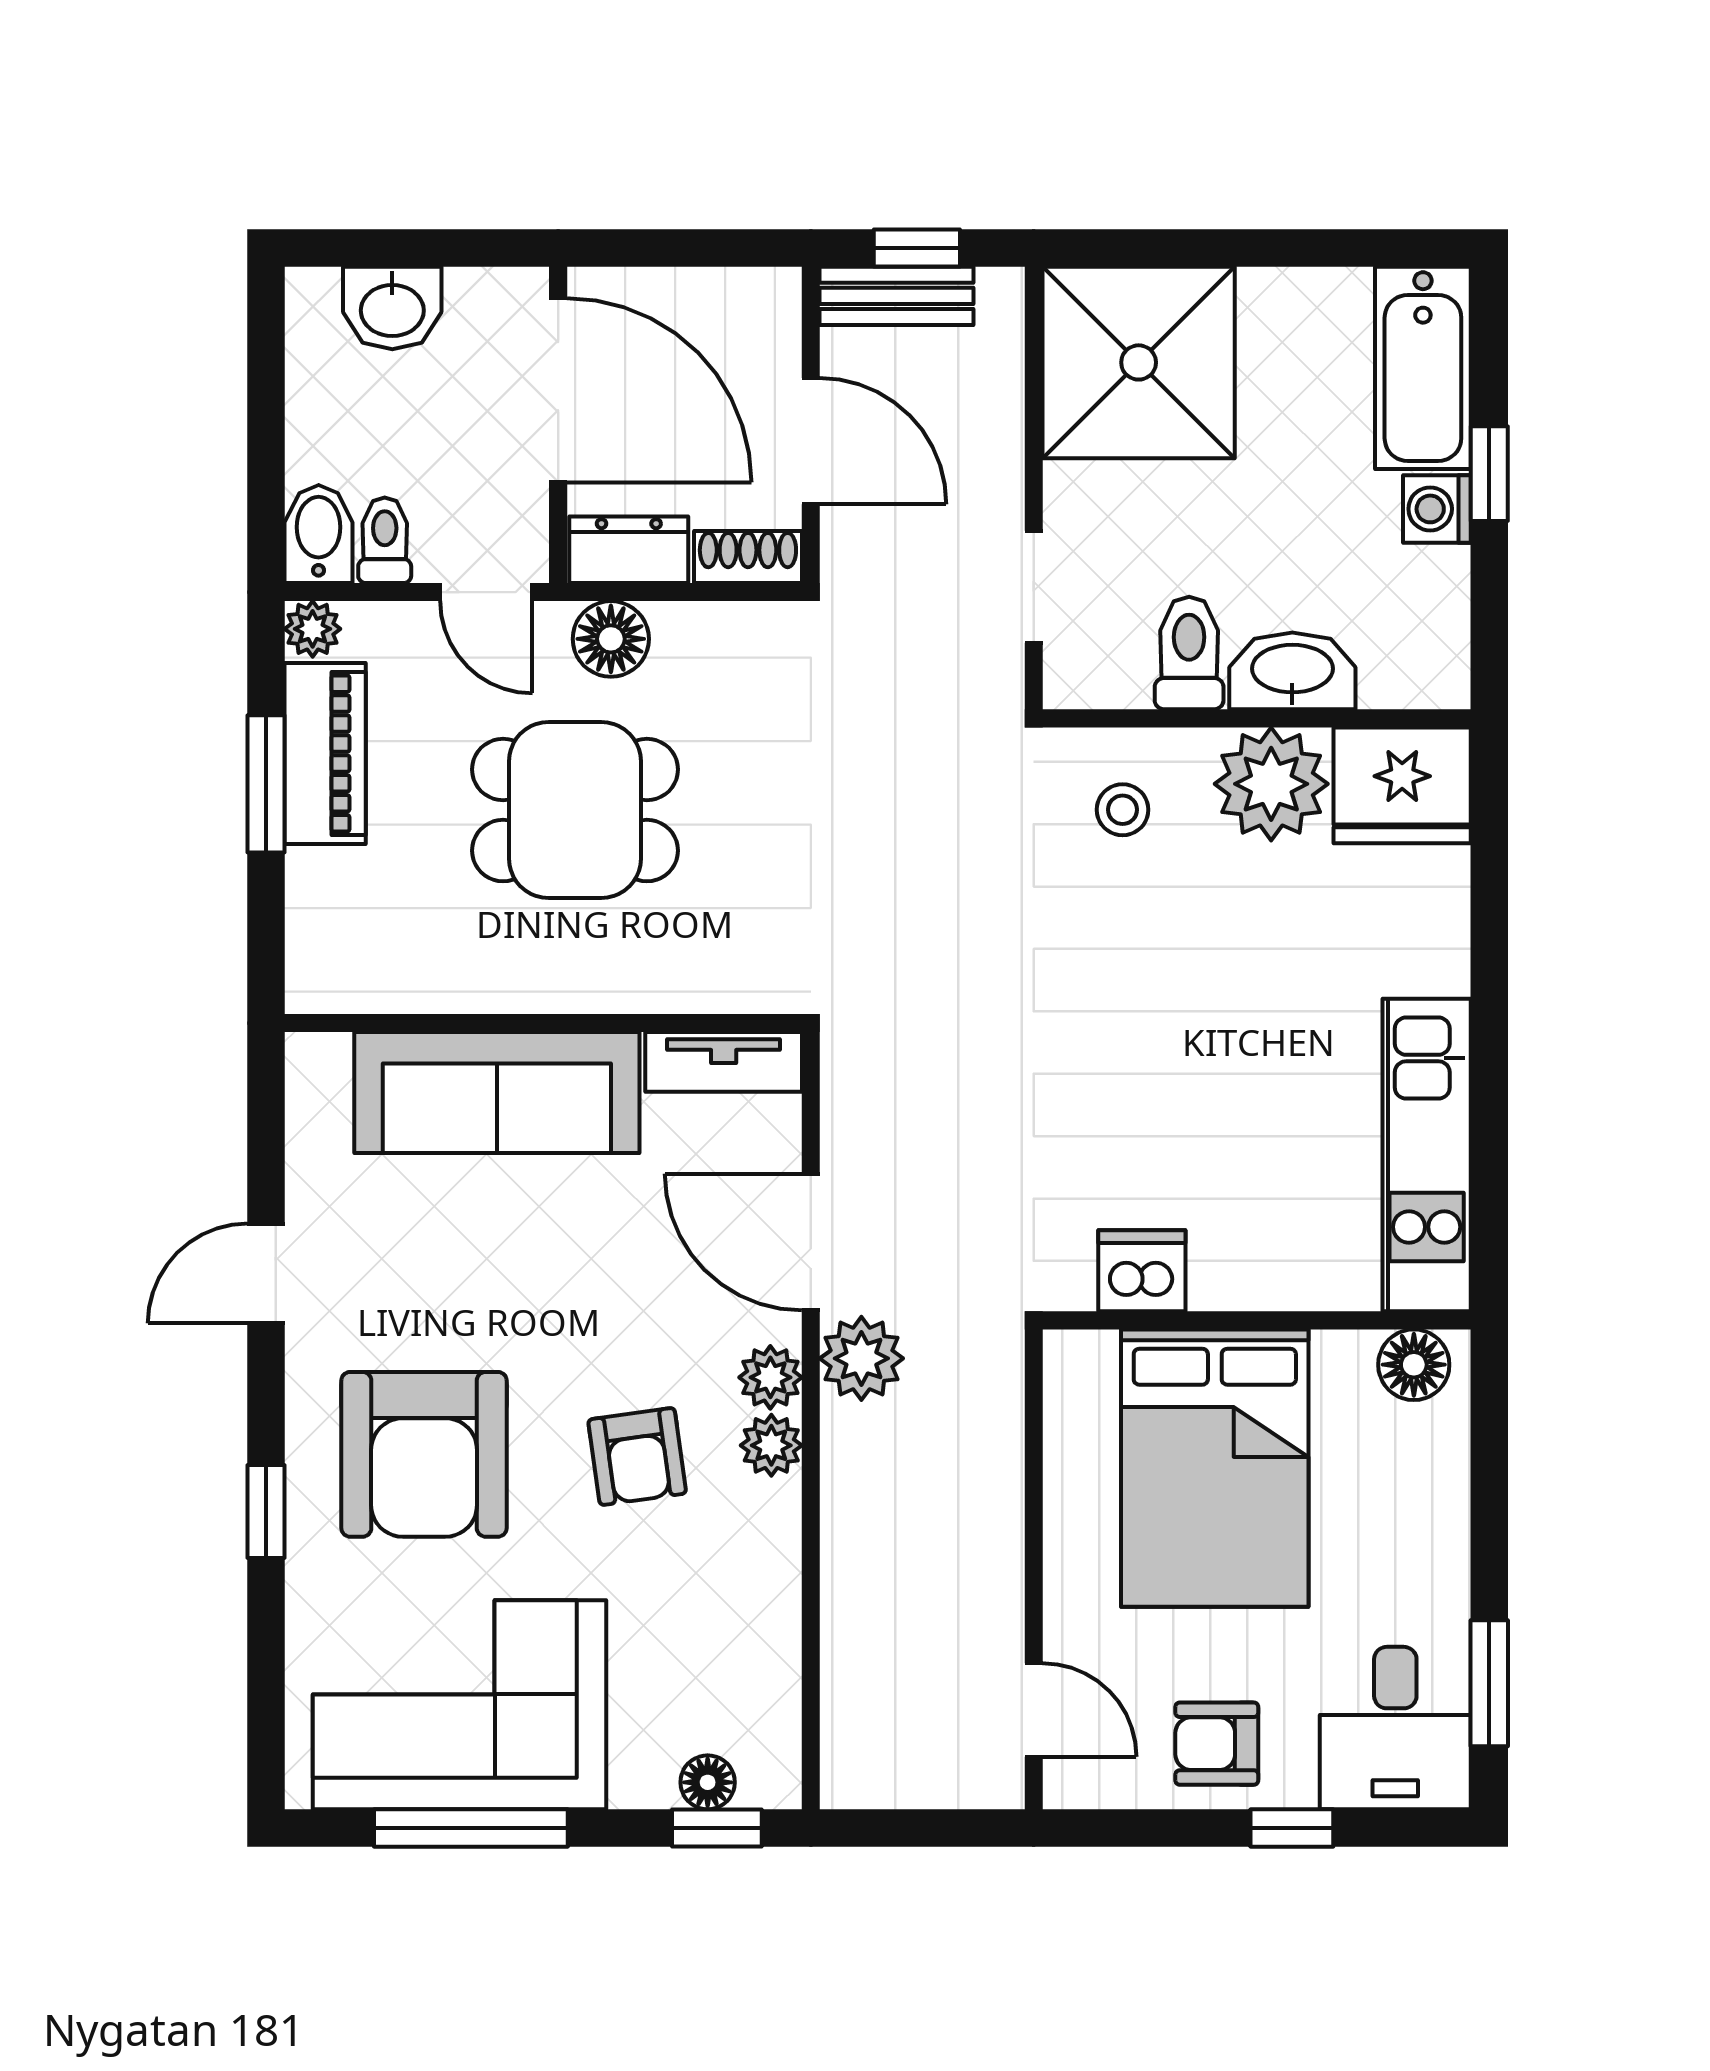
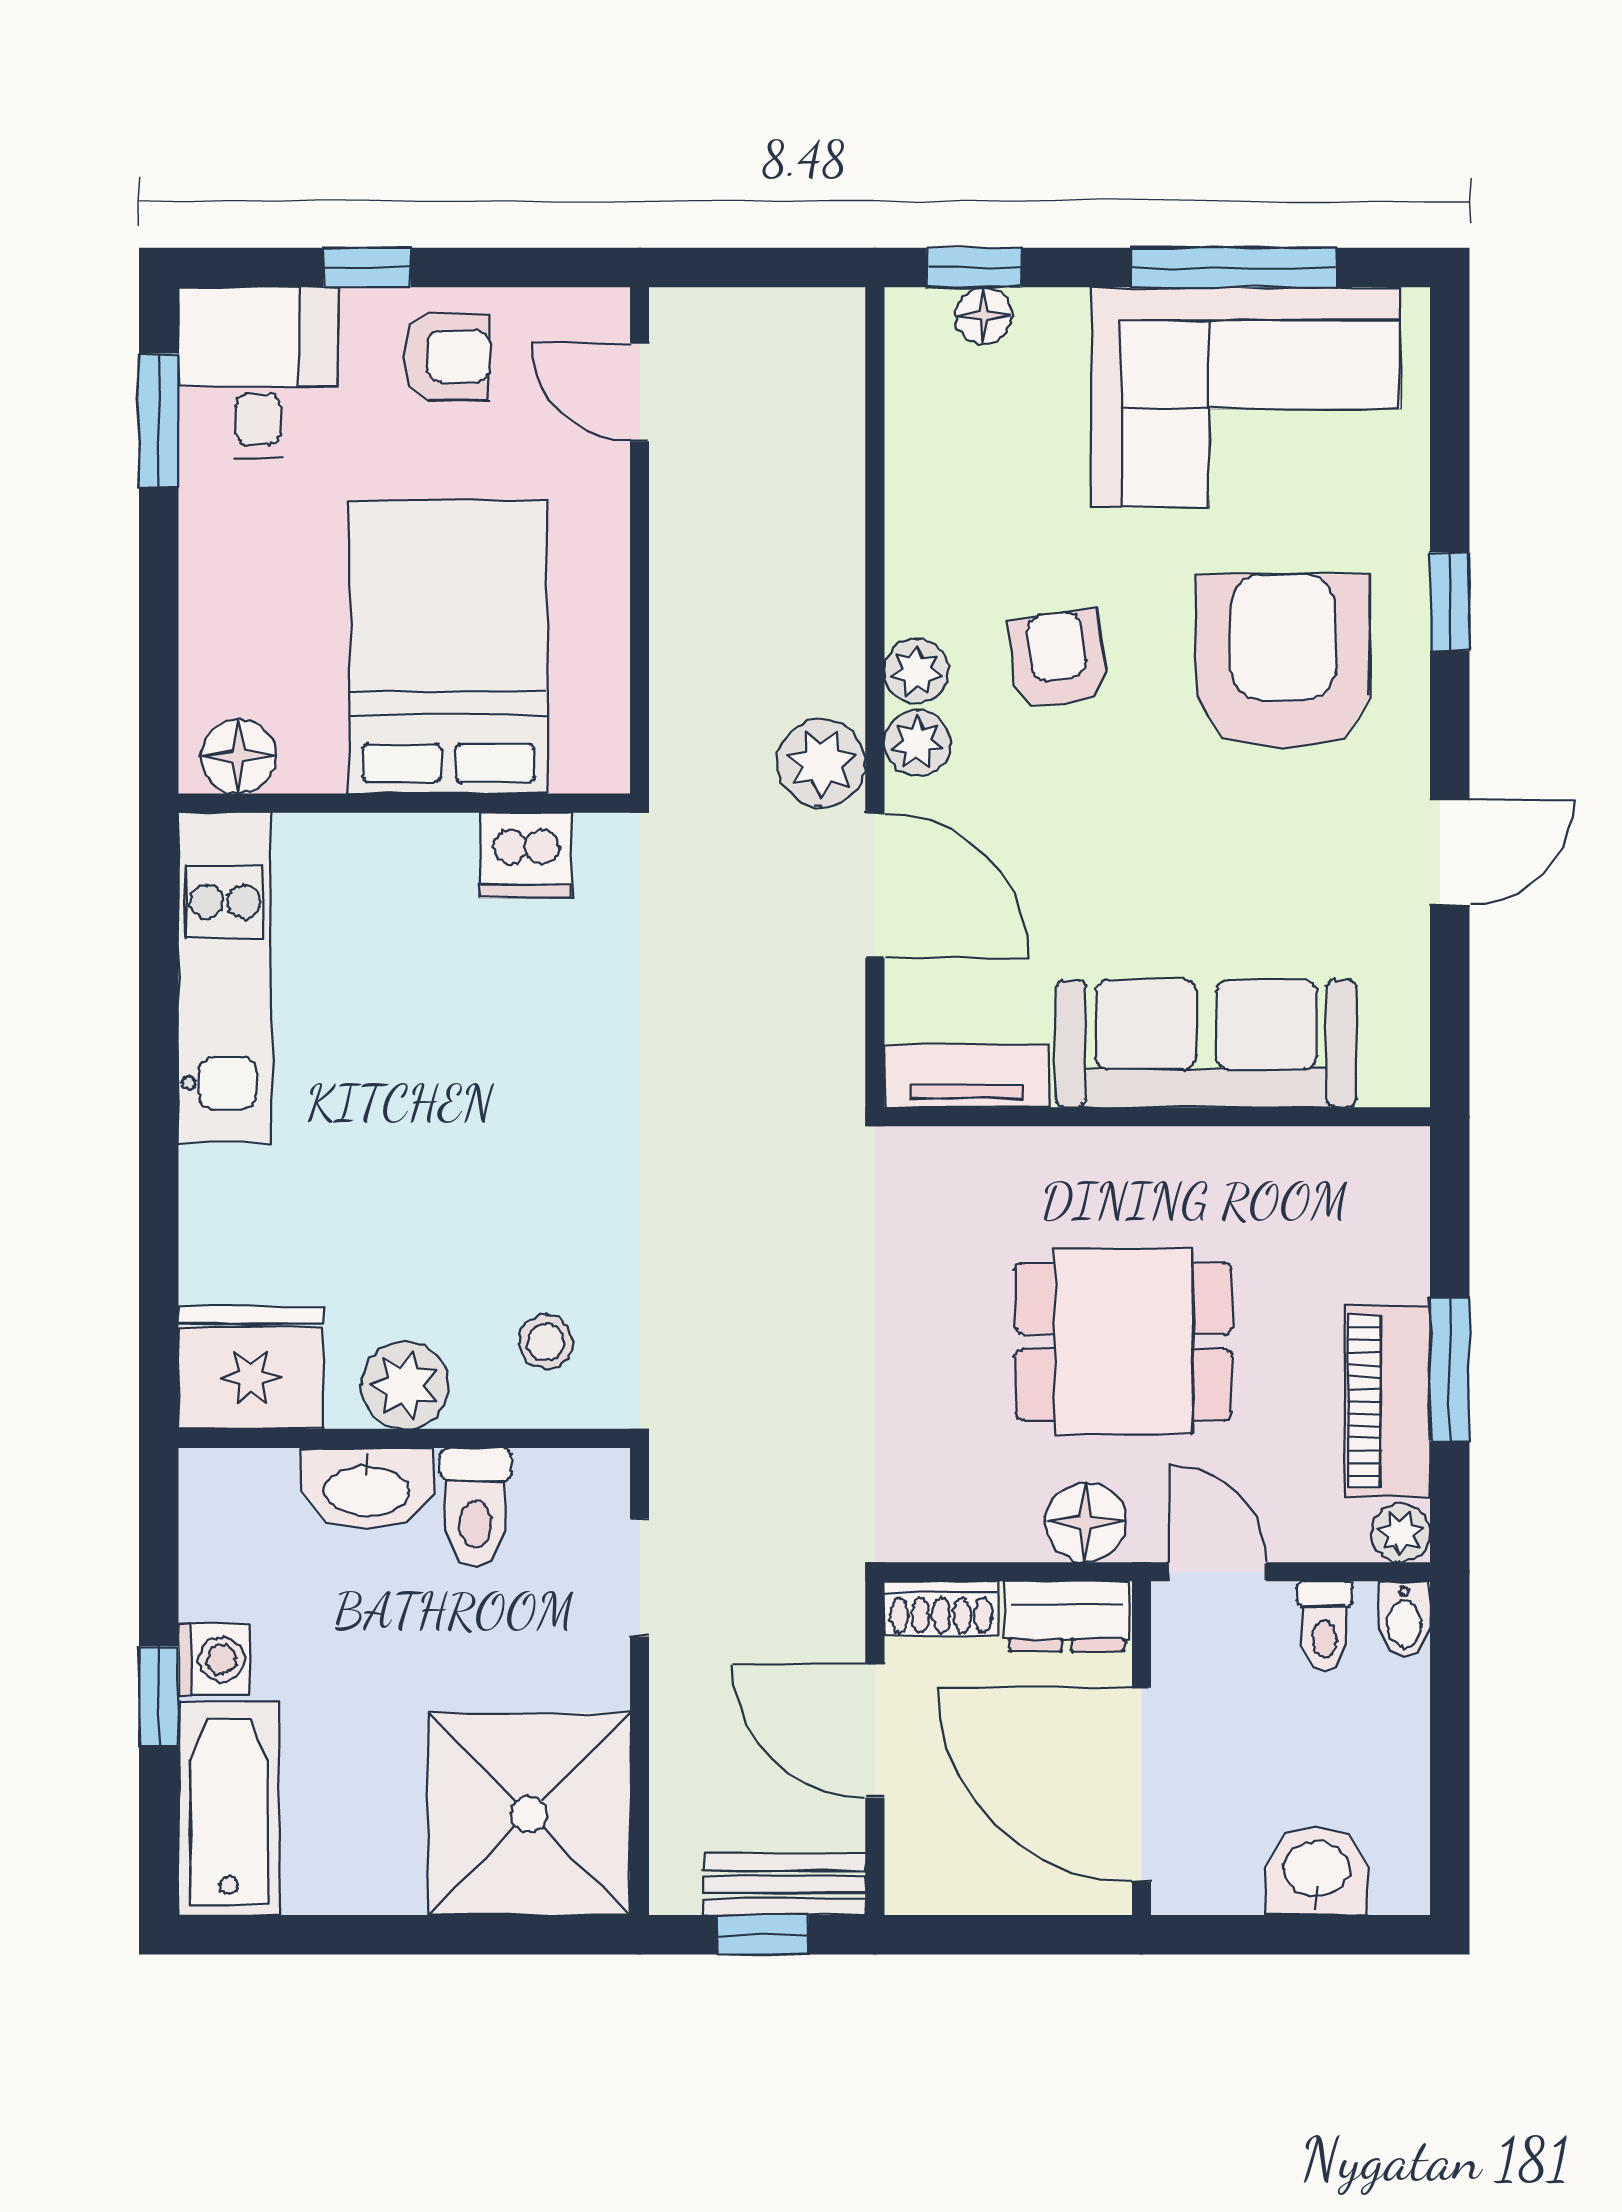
bidet: (319, 534) -> (1404, 1619), width x0.72, depth x0.74
plant: (1271, 784) -> (405, 1385), width x0.73, depth x0.73

